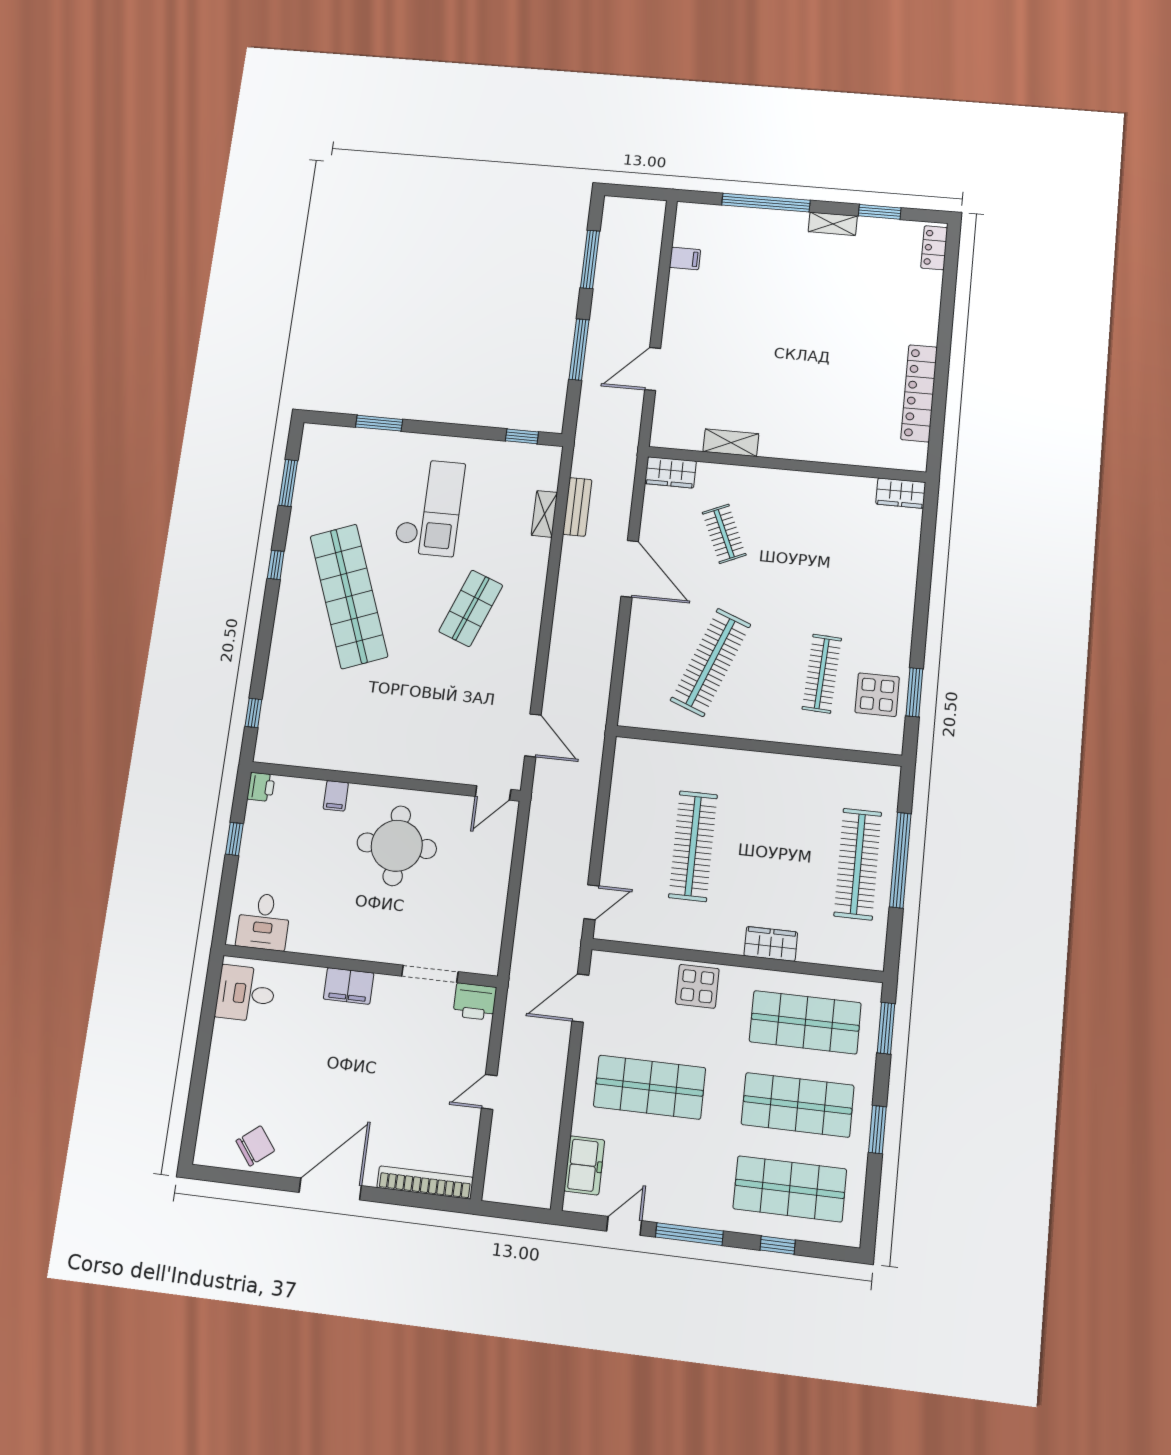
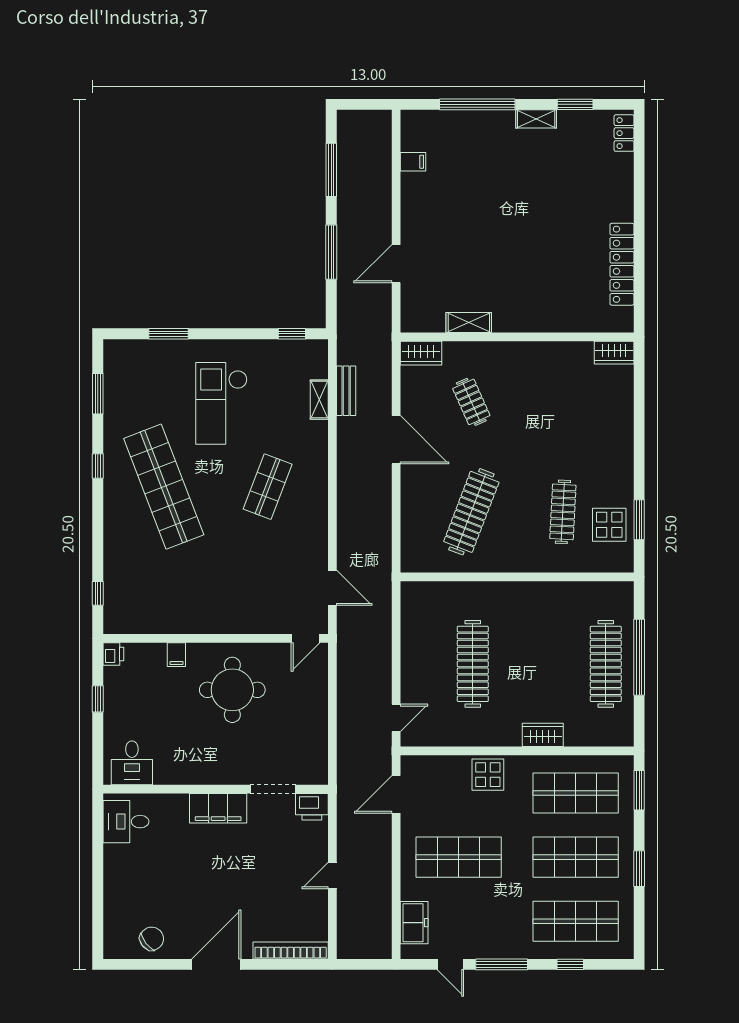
checkout: (430, 507) -> (221, 403), turned 180
filing cabinet: (349, 986) -> (218, 808), width x1.50, depth x1.17
door: (624, 1226) -> (450, 964), swing flipped

